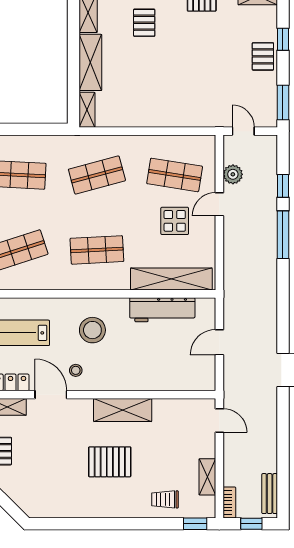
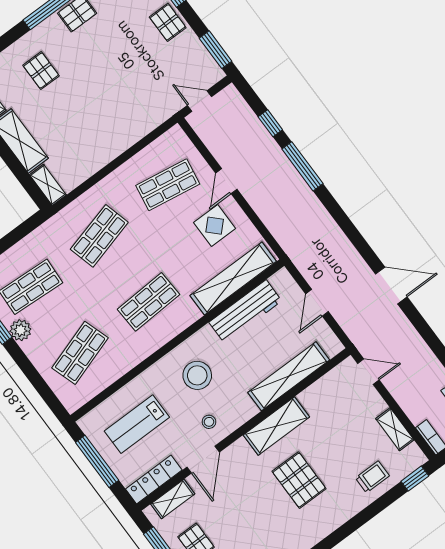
plant: (233, 174) -> (219, 146), removed
display table: (175, 221) -> (215, 226), moved
shelving: (159, 380) -> (289, 376), added
door: (51, 395) -> (203, 460), swing flipped
pallet: (110, 462) -> (299, 480), turned 90
trolley: (165, 499) -> (372, 477), turned 180

